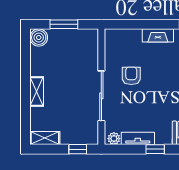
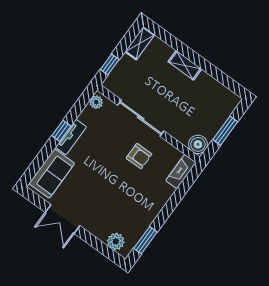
fireplace: (158, 35) -> (181, 172), moved
boiler: (39, 38) -> (198, 144), moved
tv unit: (138, 138) -> (71, 137), moved

